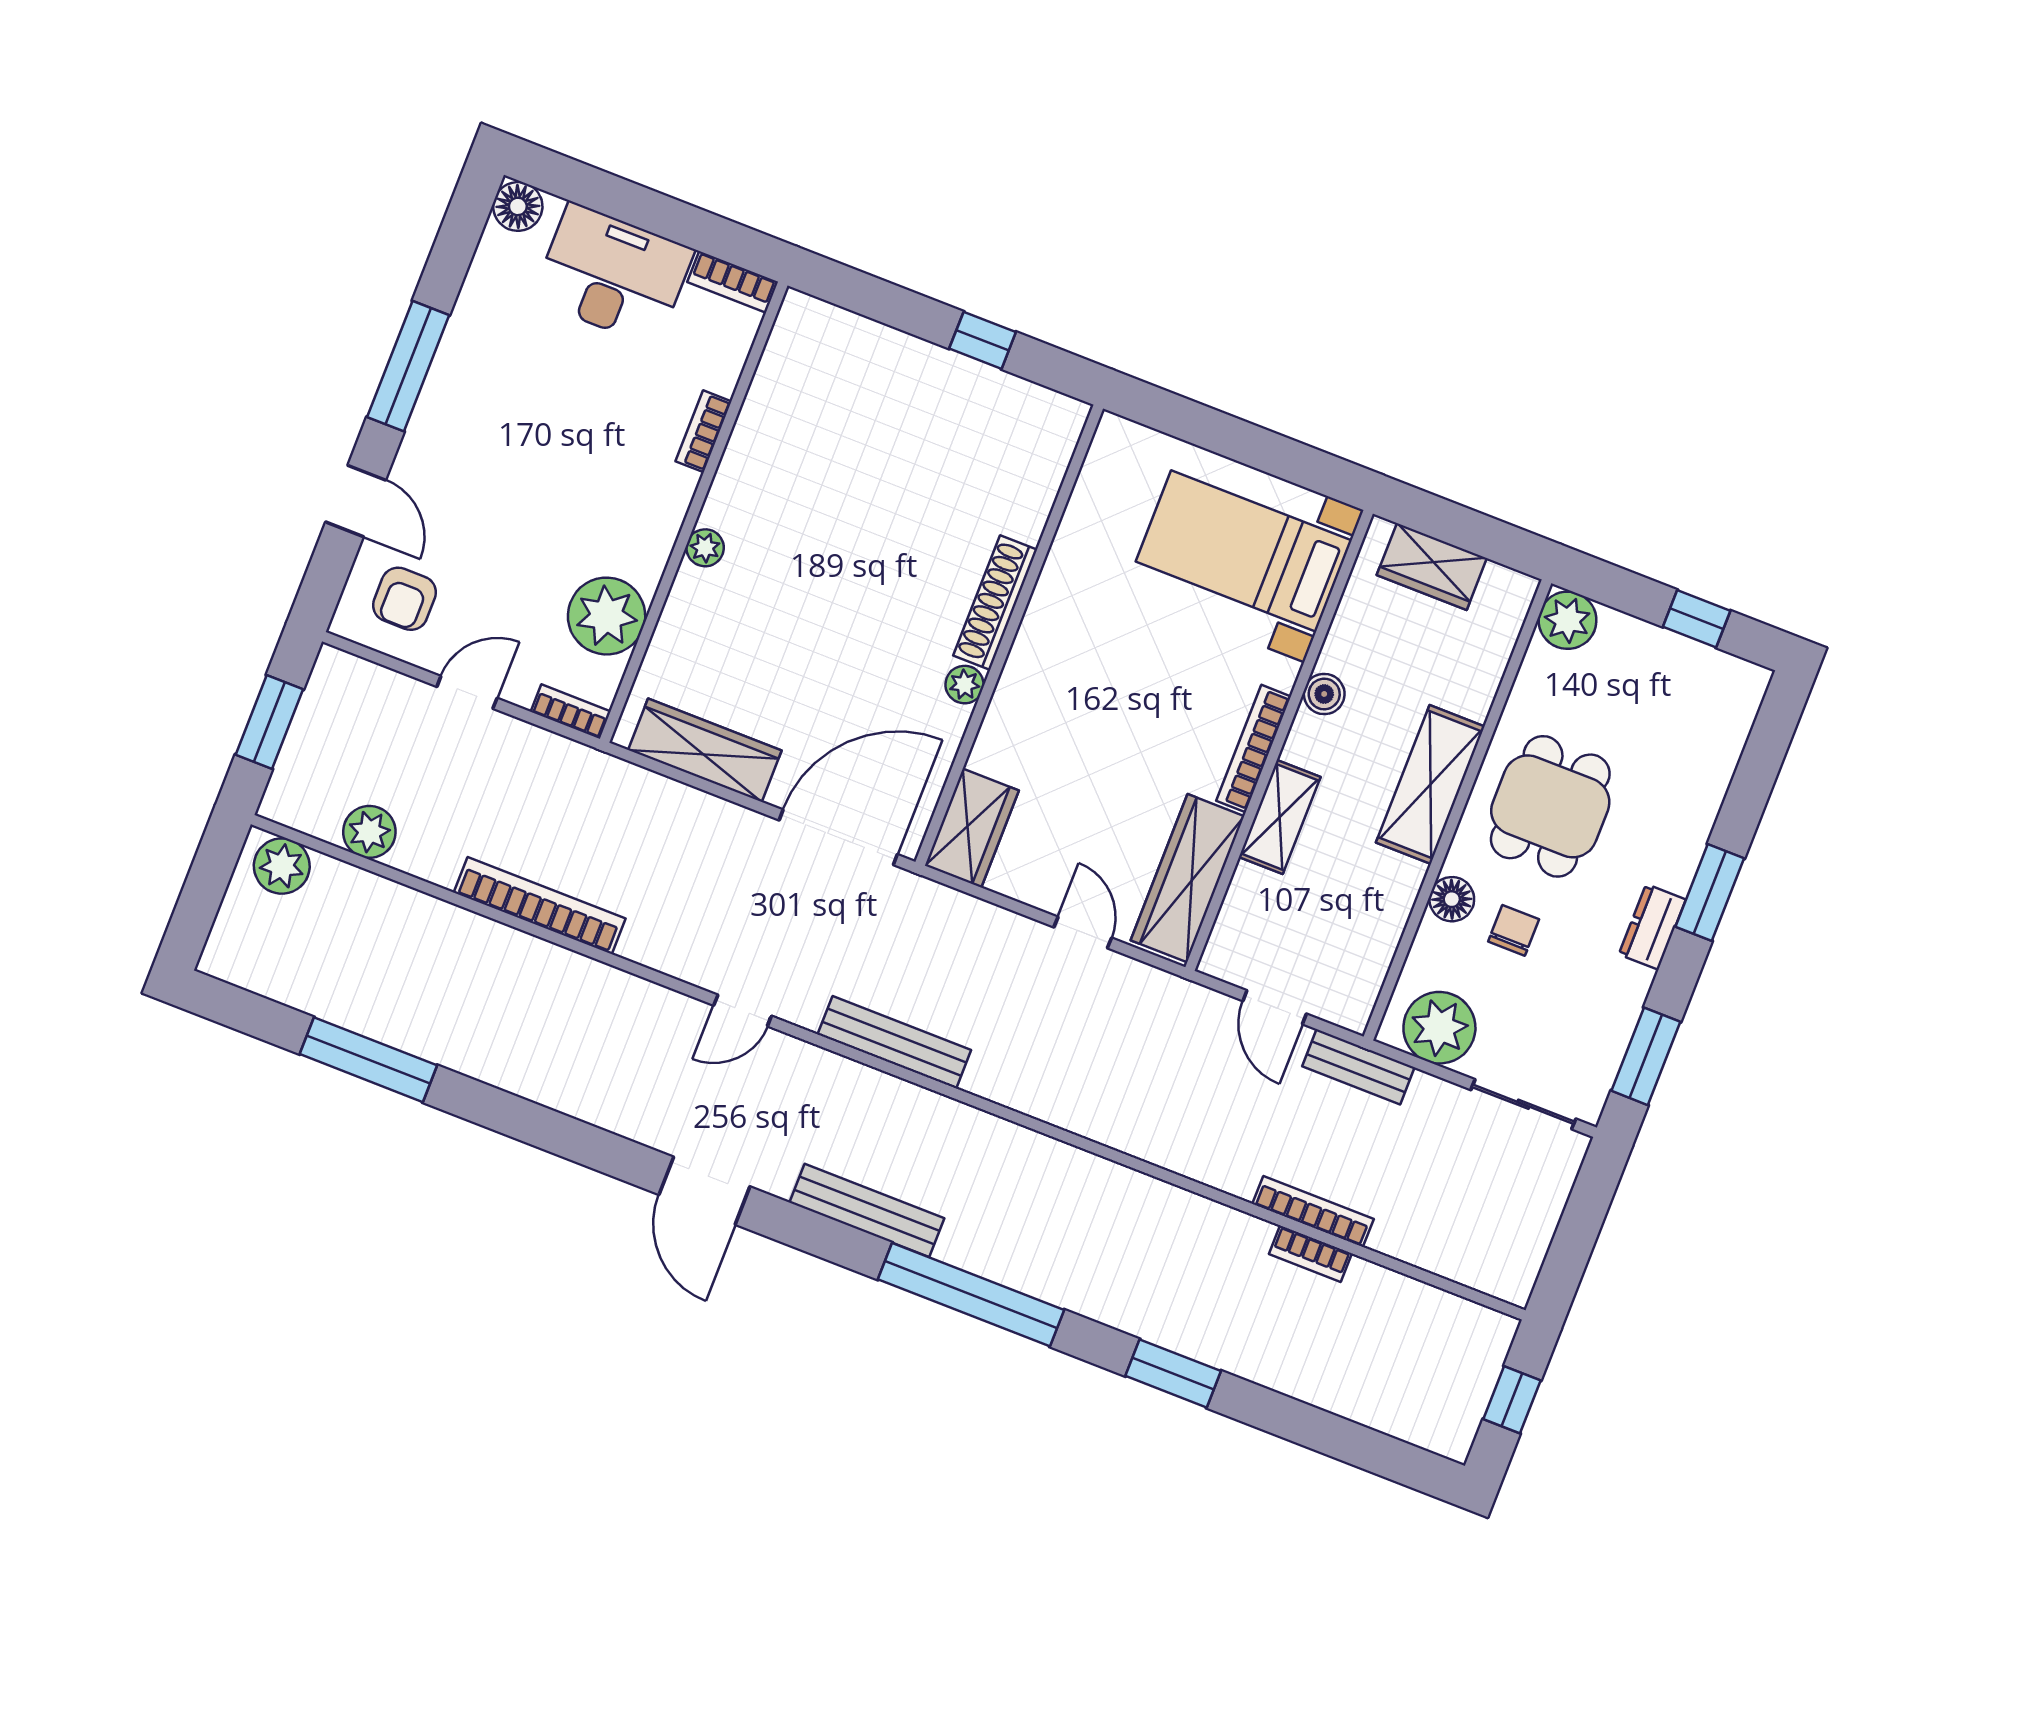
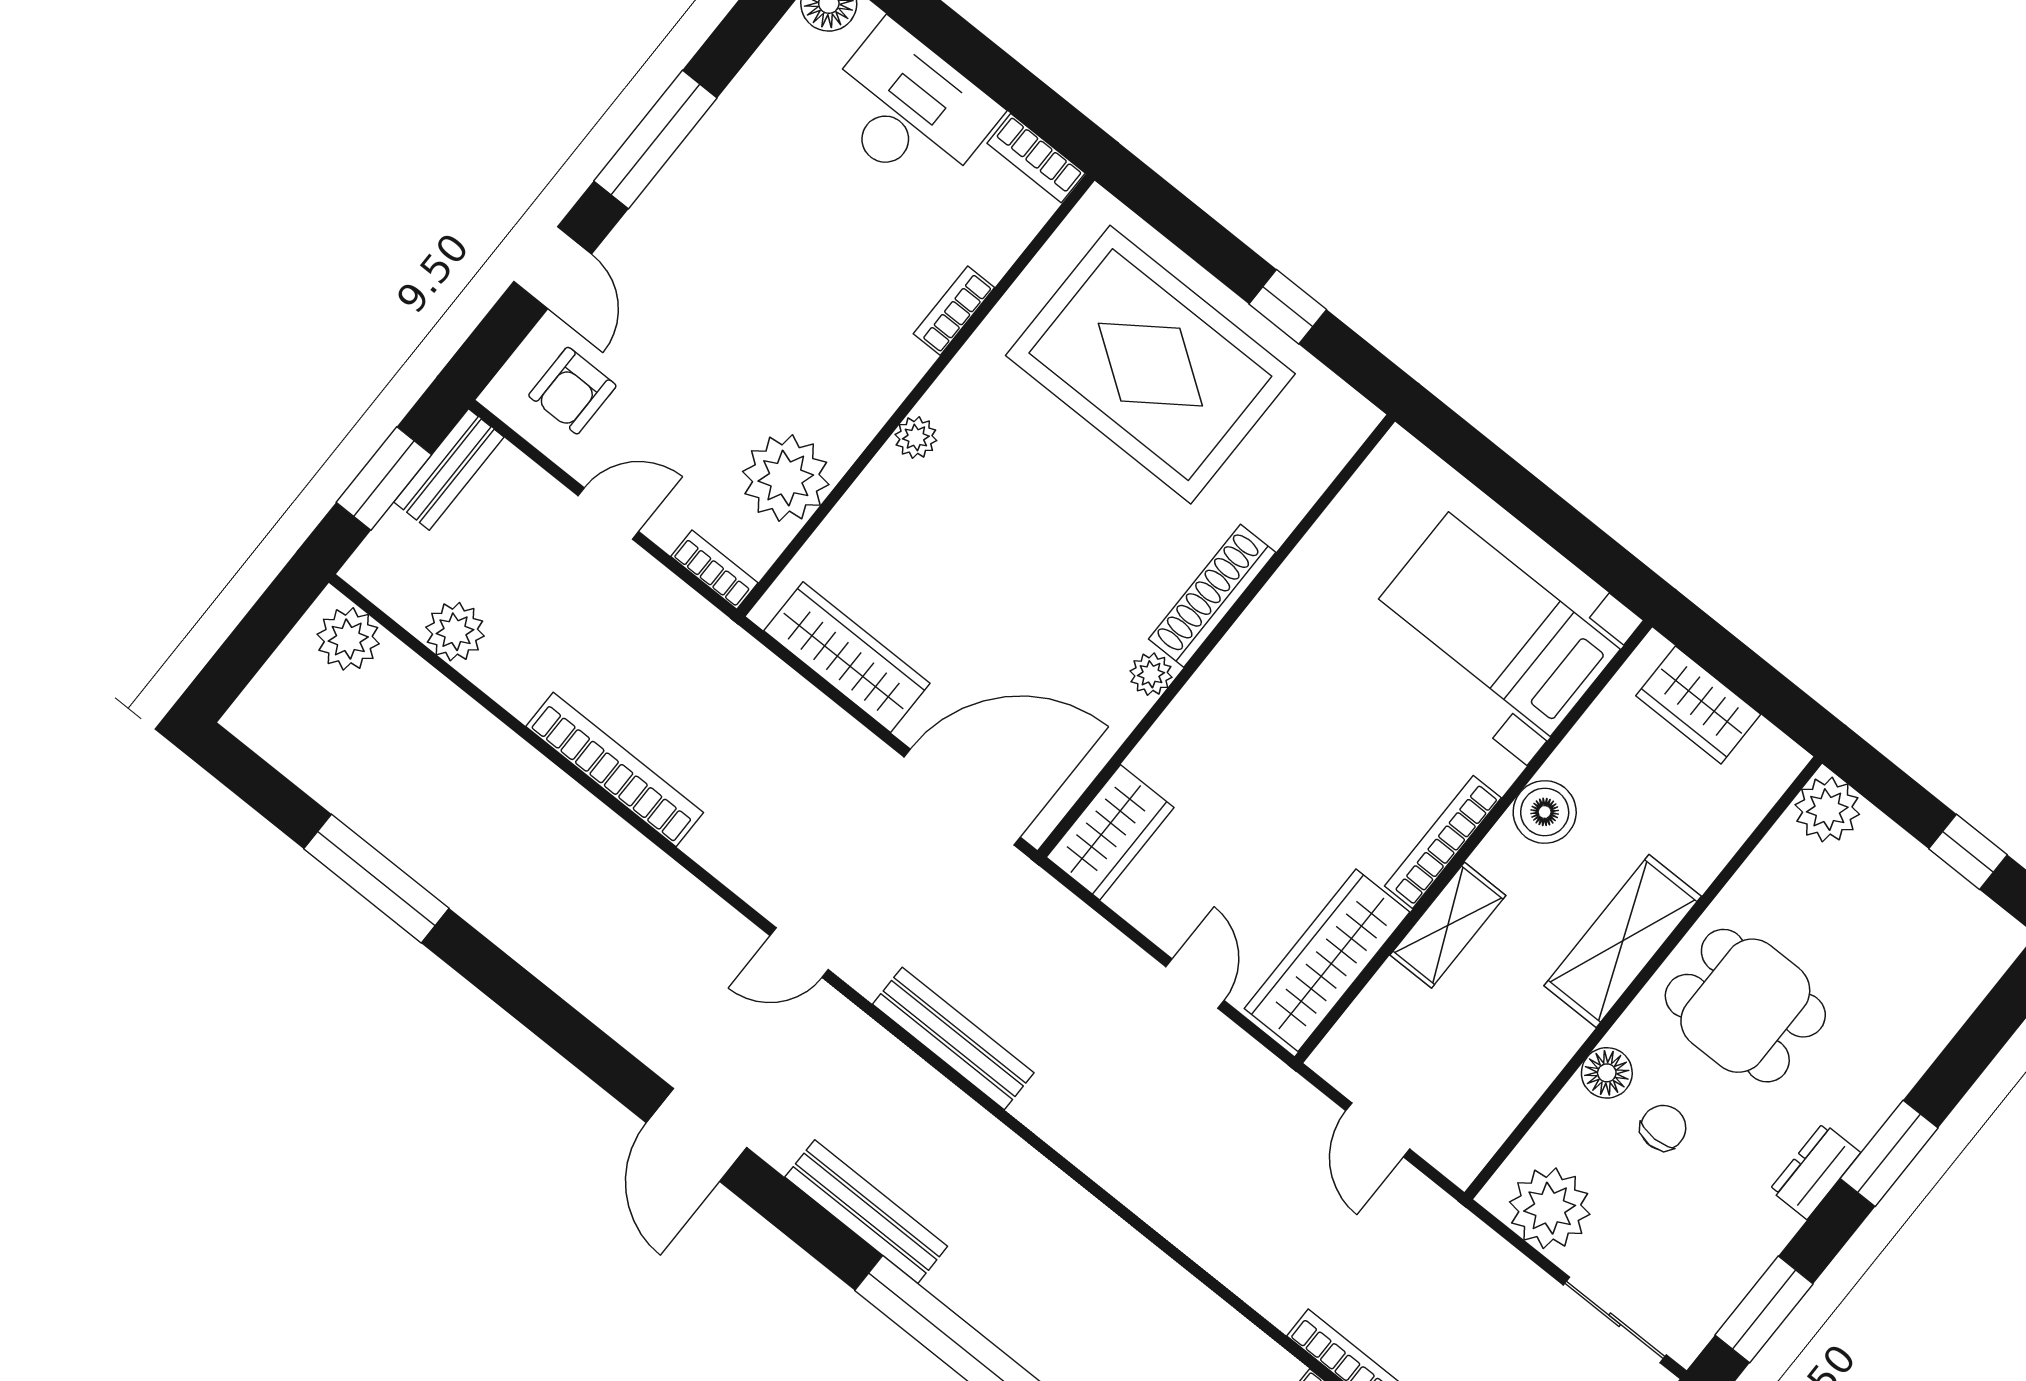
rug: (883, 425) -> (1150, 365), added
boiler: (1324, 694) -> (1545, 812), width x1.36, depth x1.36
dining table: (1550, 806) -> (1745, 1006), turned 90
bench: (1358, 1067) -> (449, 469), moved, turned 90

